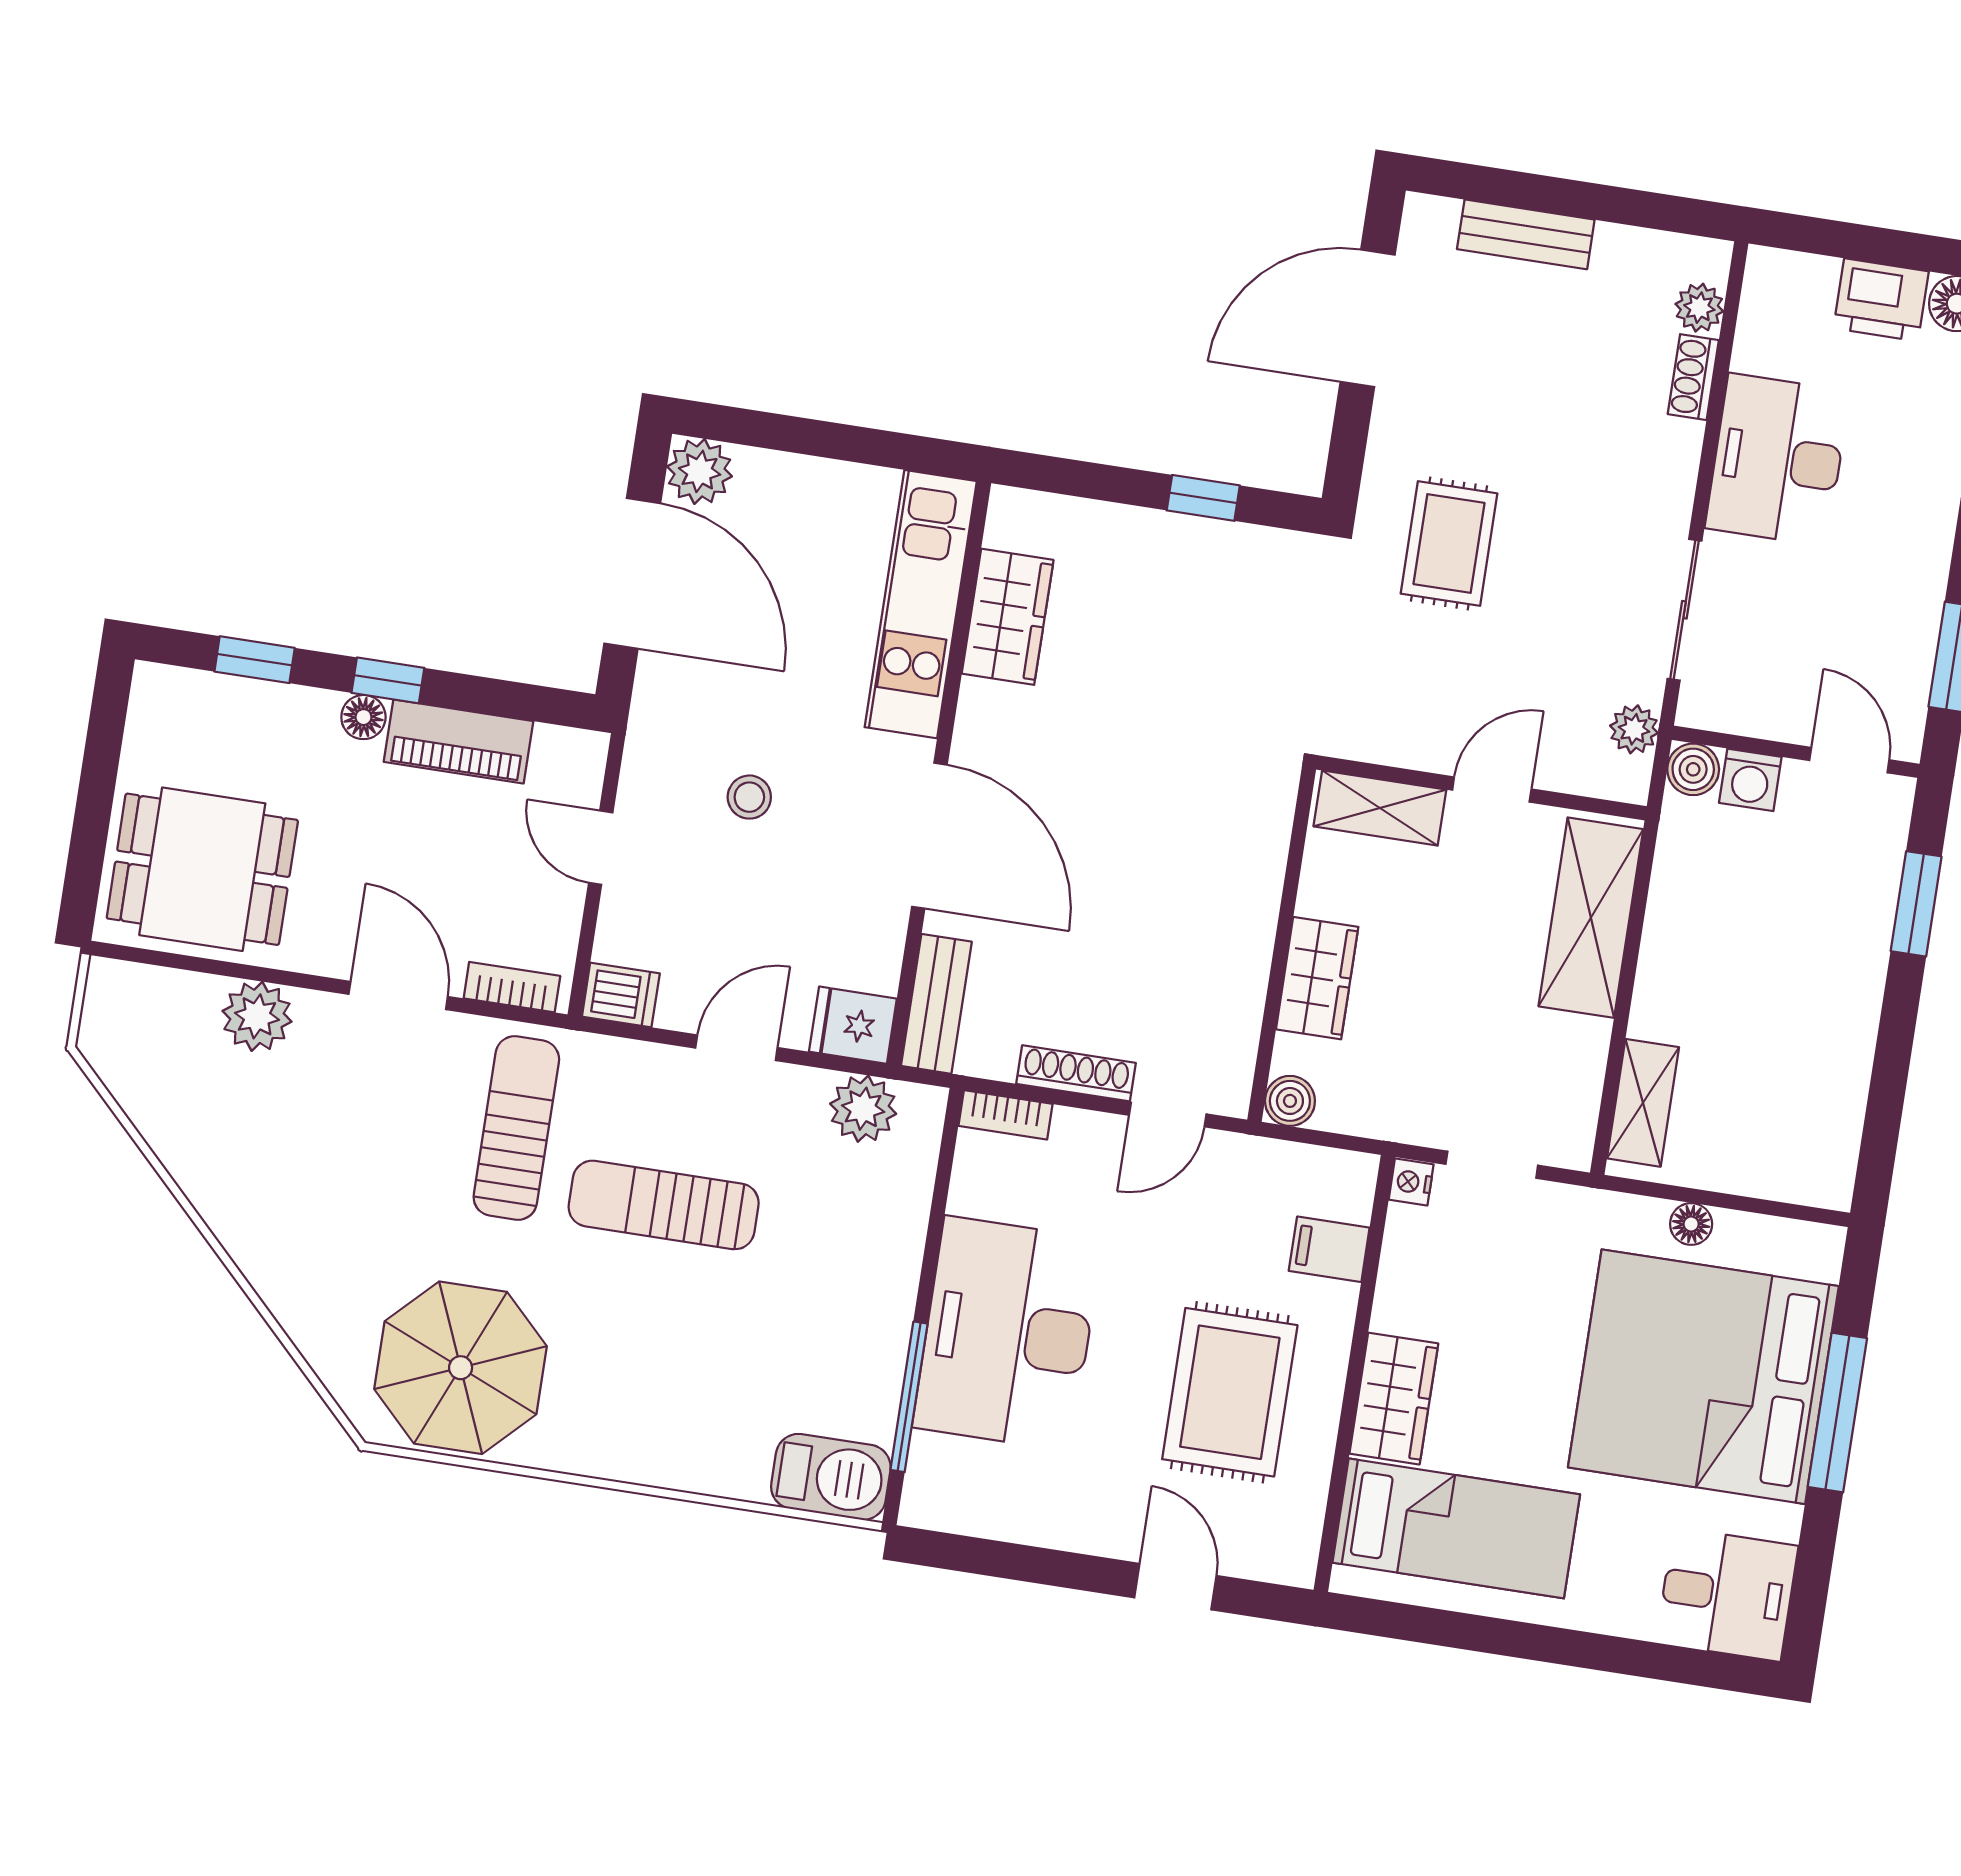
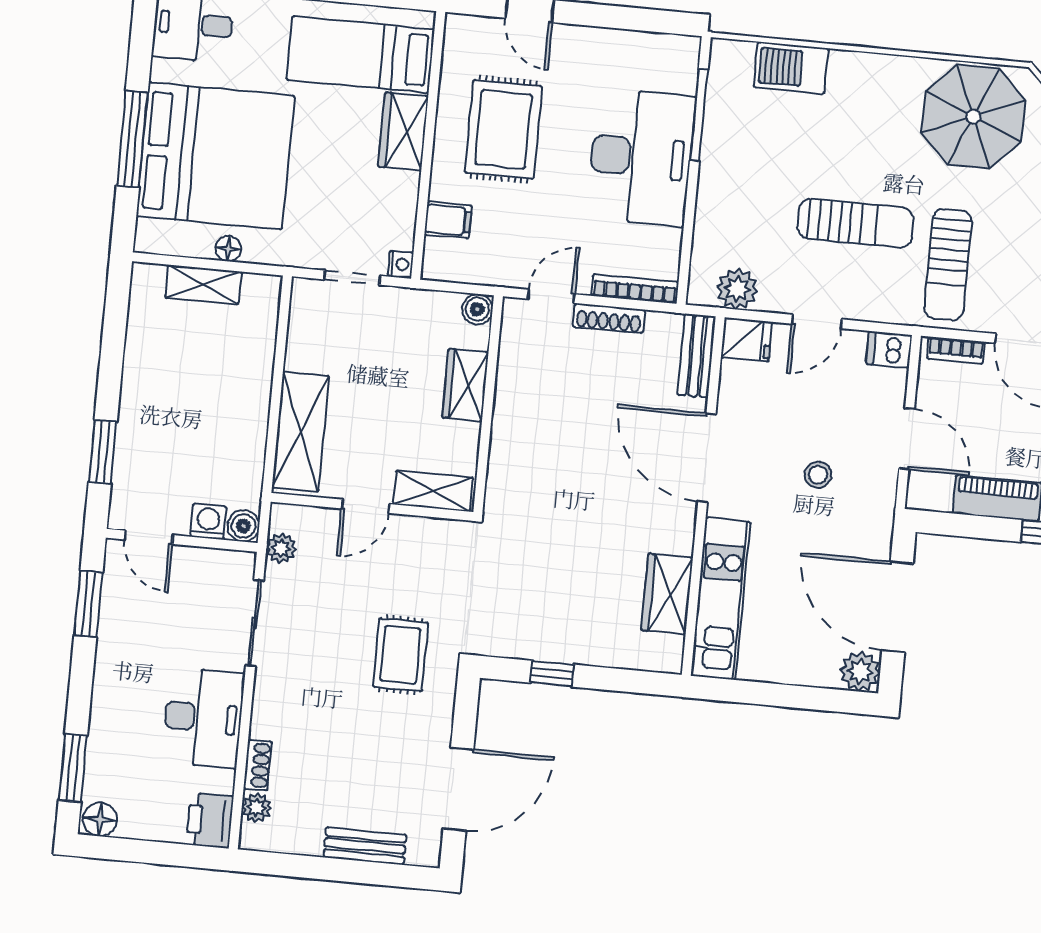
printer: (1881, 300) -> (210, 820), moved, turned -90
door: (601, 848) -> (907, 439), width x1.38
shelving: (1643, 1103) -> (203, 285), moved, turned 90
bookcase: (1005, 1115) -> (635, 289), width x1.56
barbecue: (831, 1477) -> (791, 68), moved

